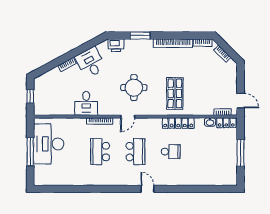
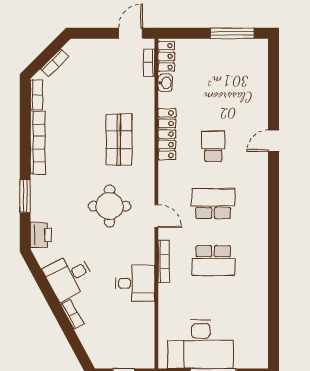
shop shelf: (175, 93) -> (119, 140), turned 90
window: (241, 153) -> (232, 33), moved
door: (148, 189) -> (273, 141), moved

